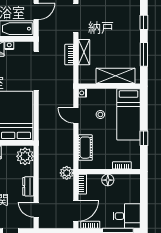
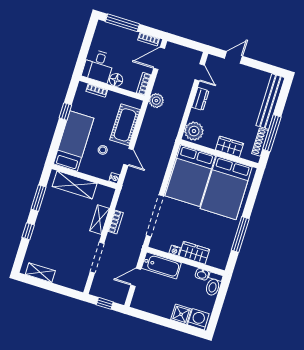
cot: (85, 148) -> (125, 125), width x1.37, depth x1.34
desk: (127, 216) -> (98, 66), moved, turned -90

